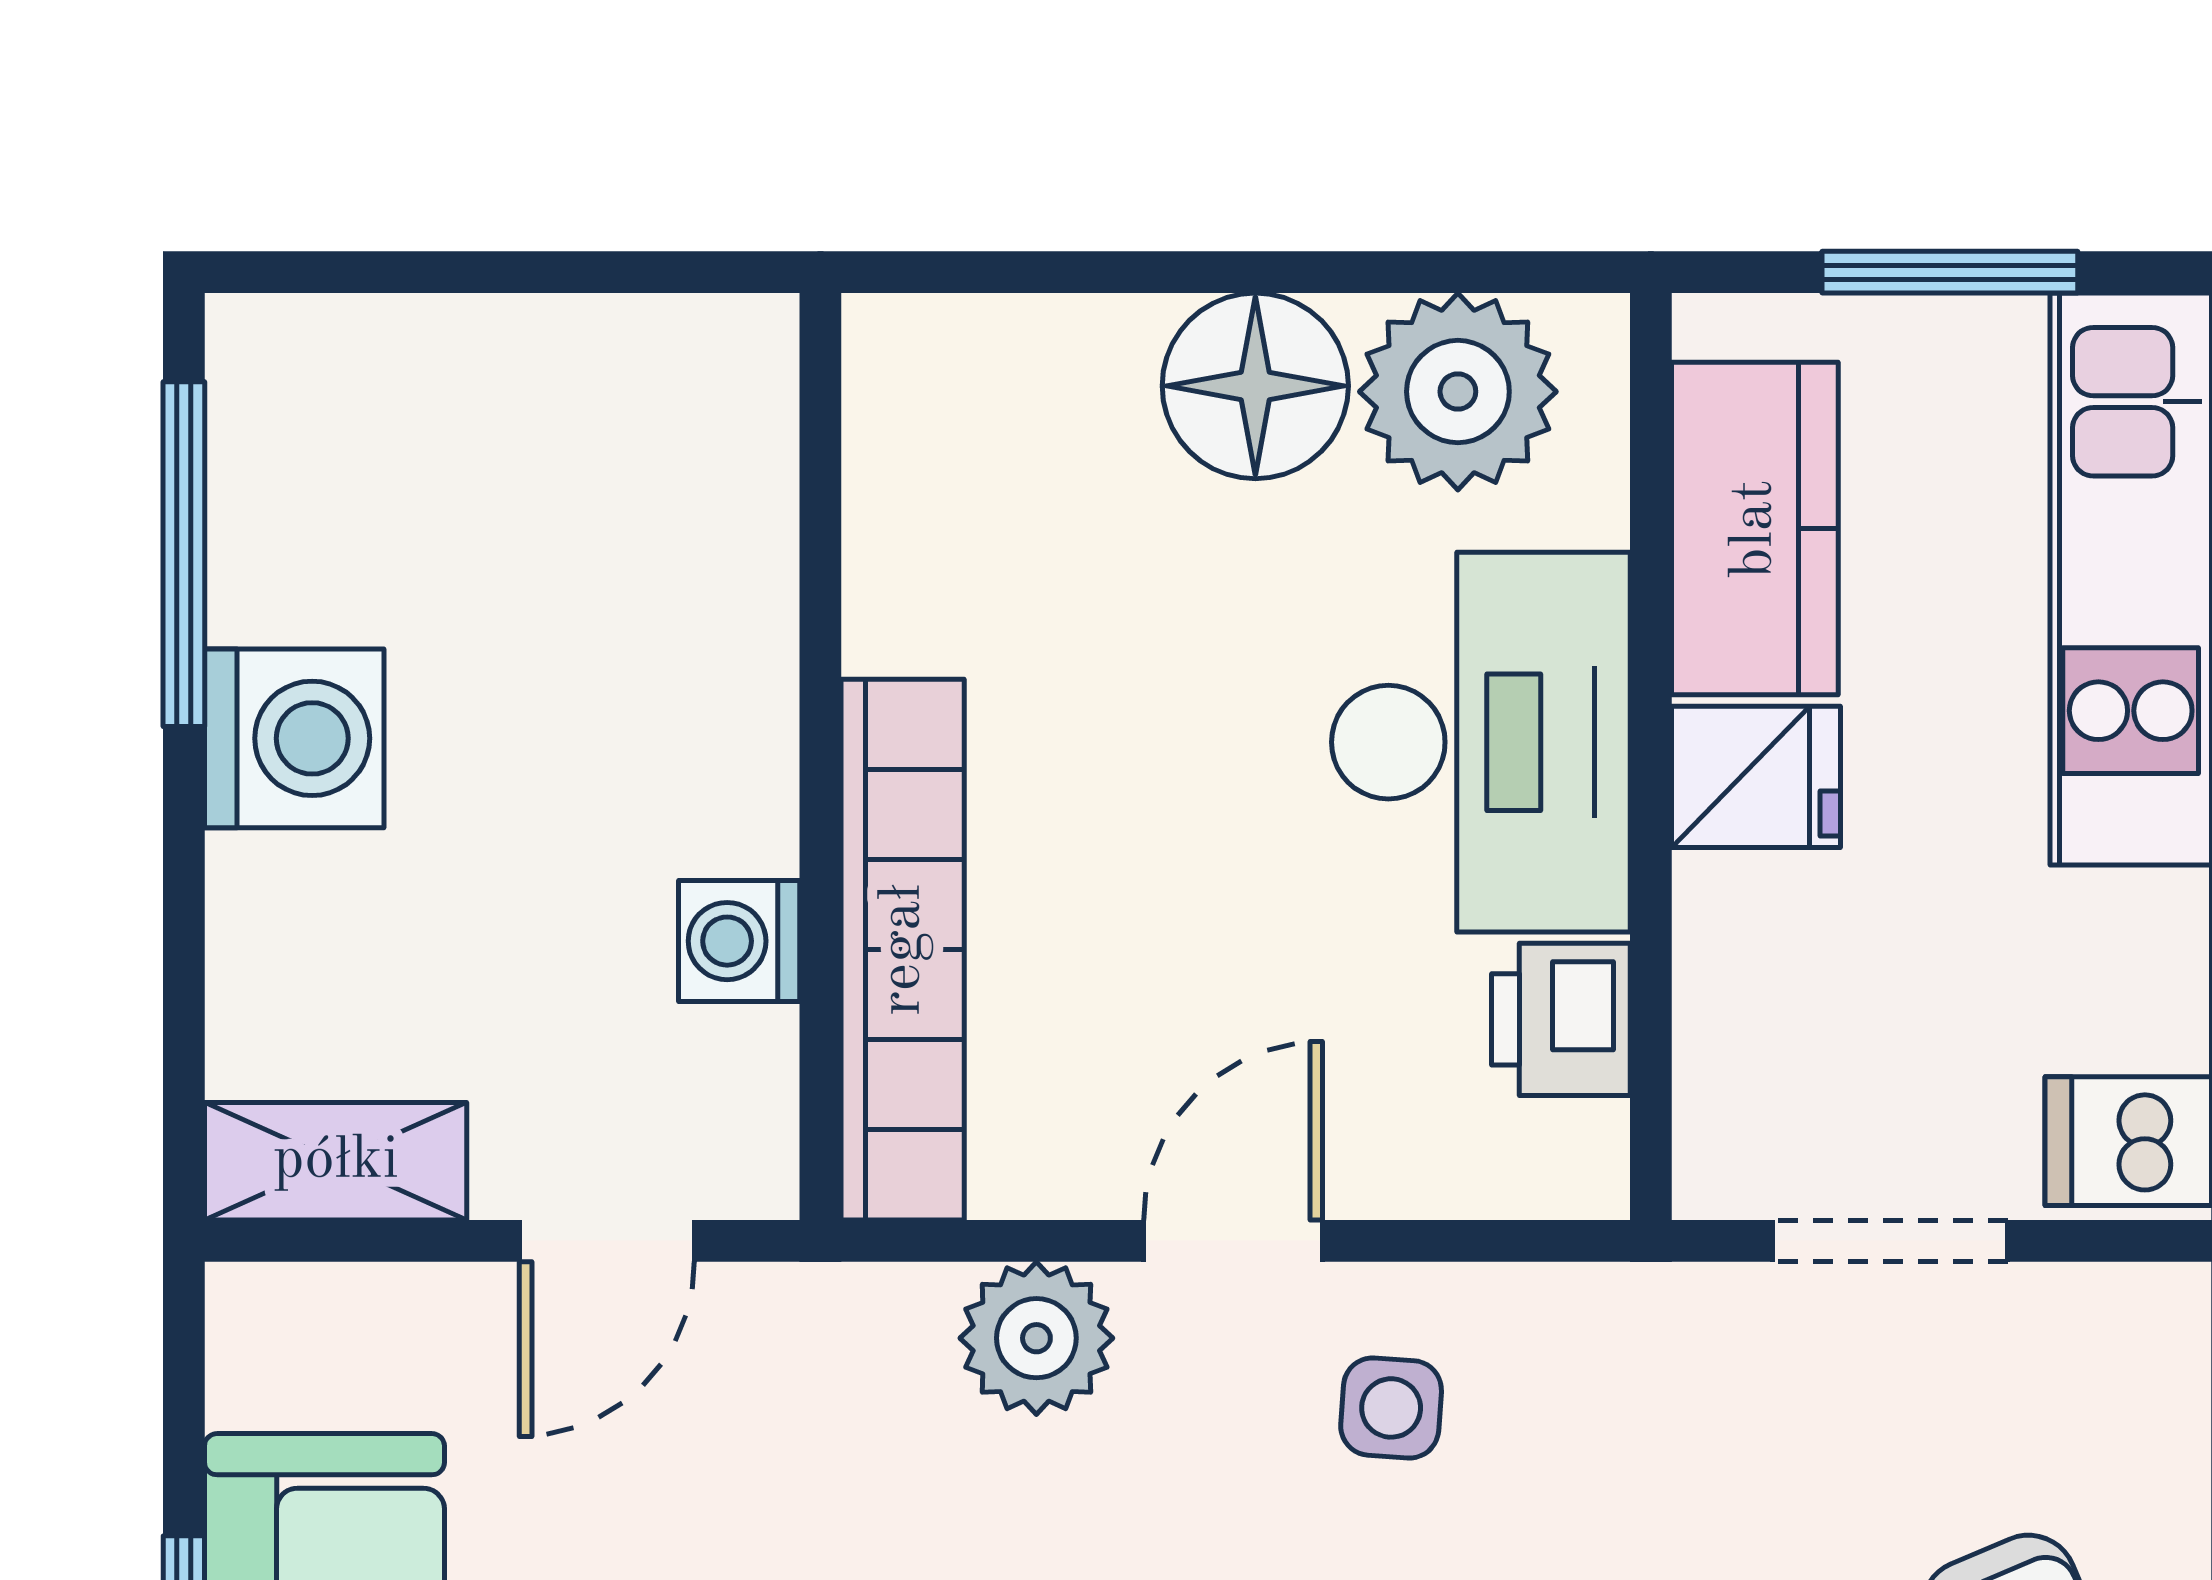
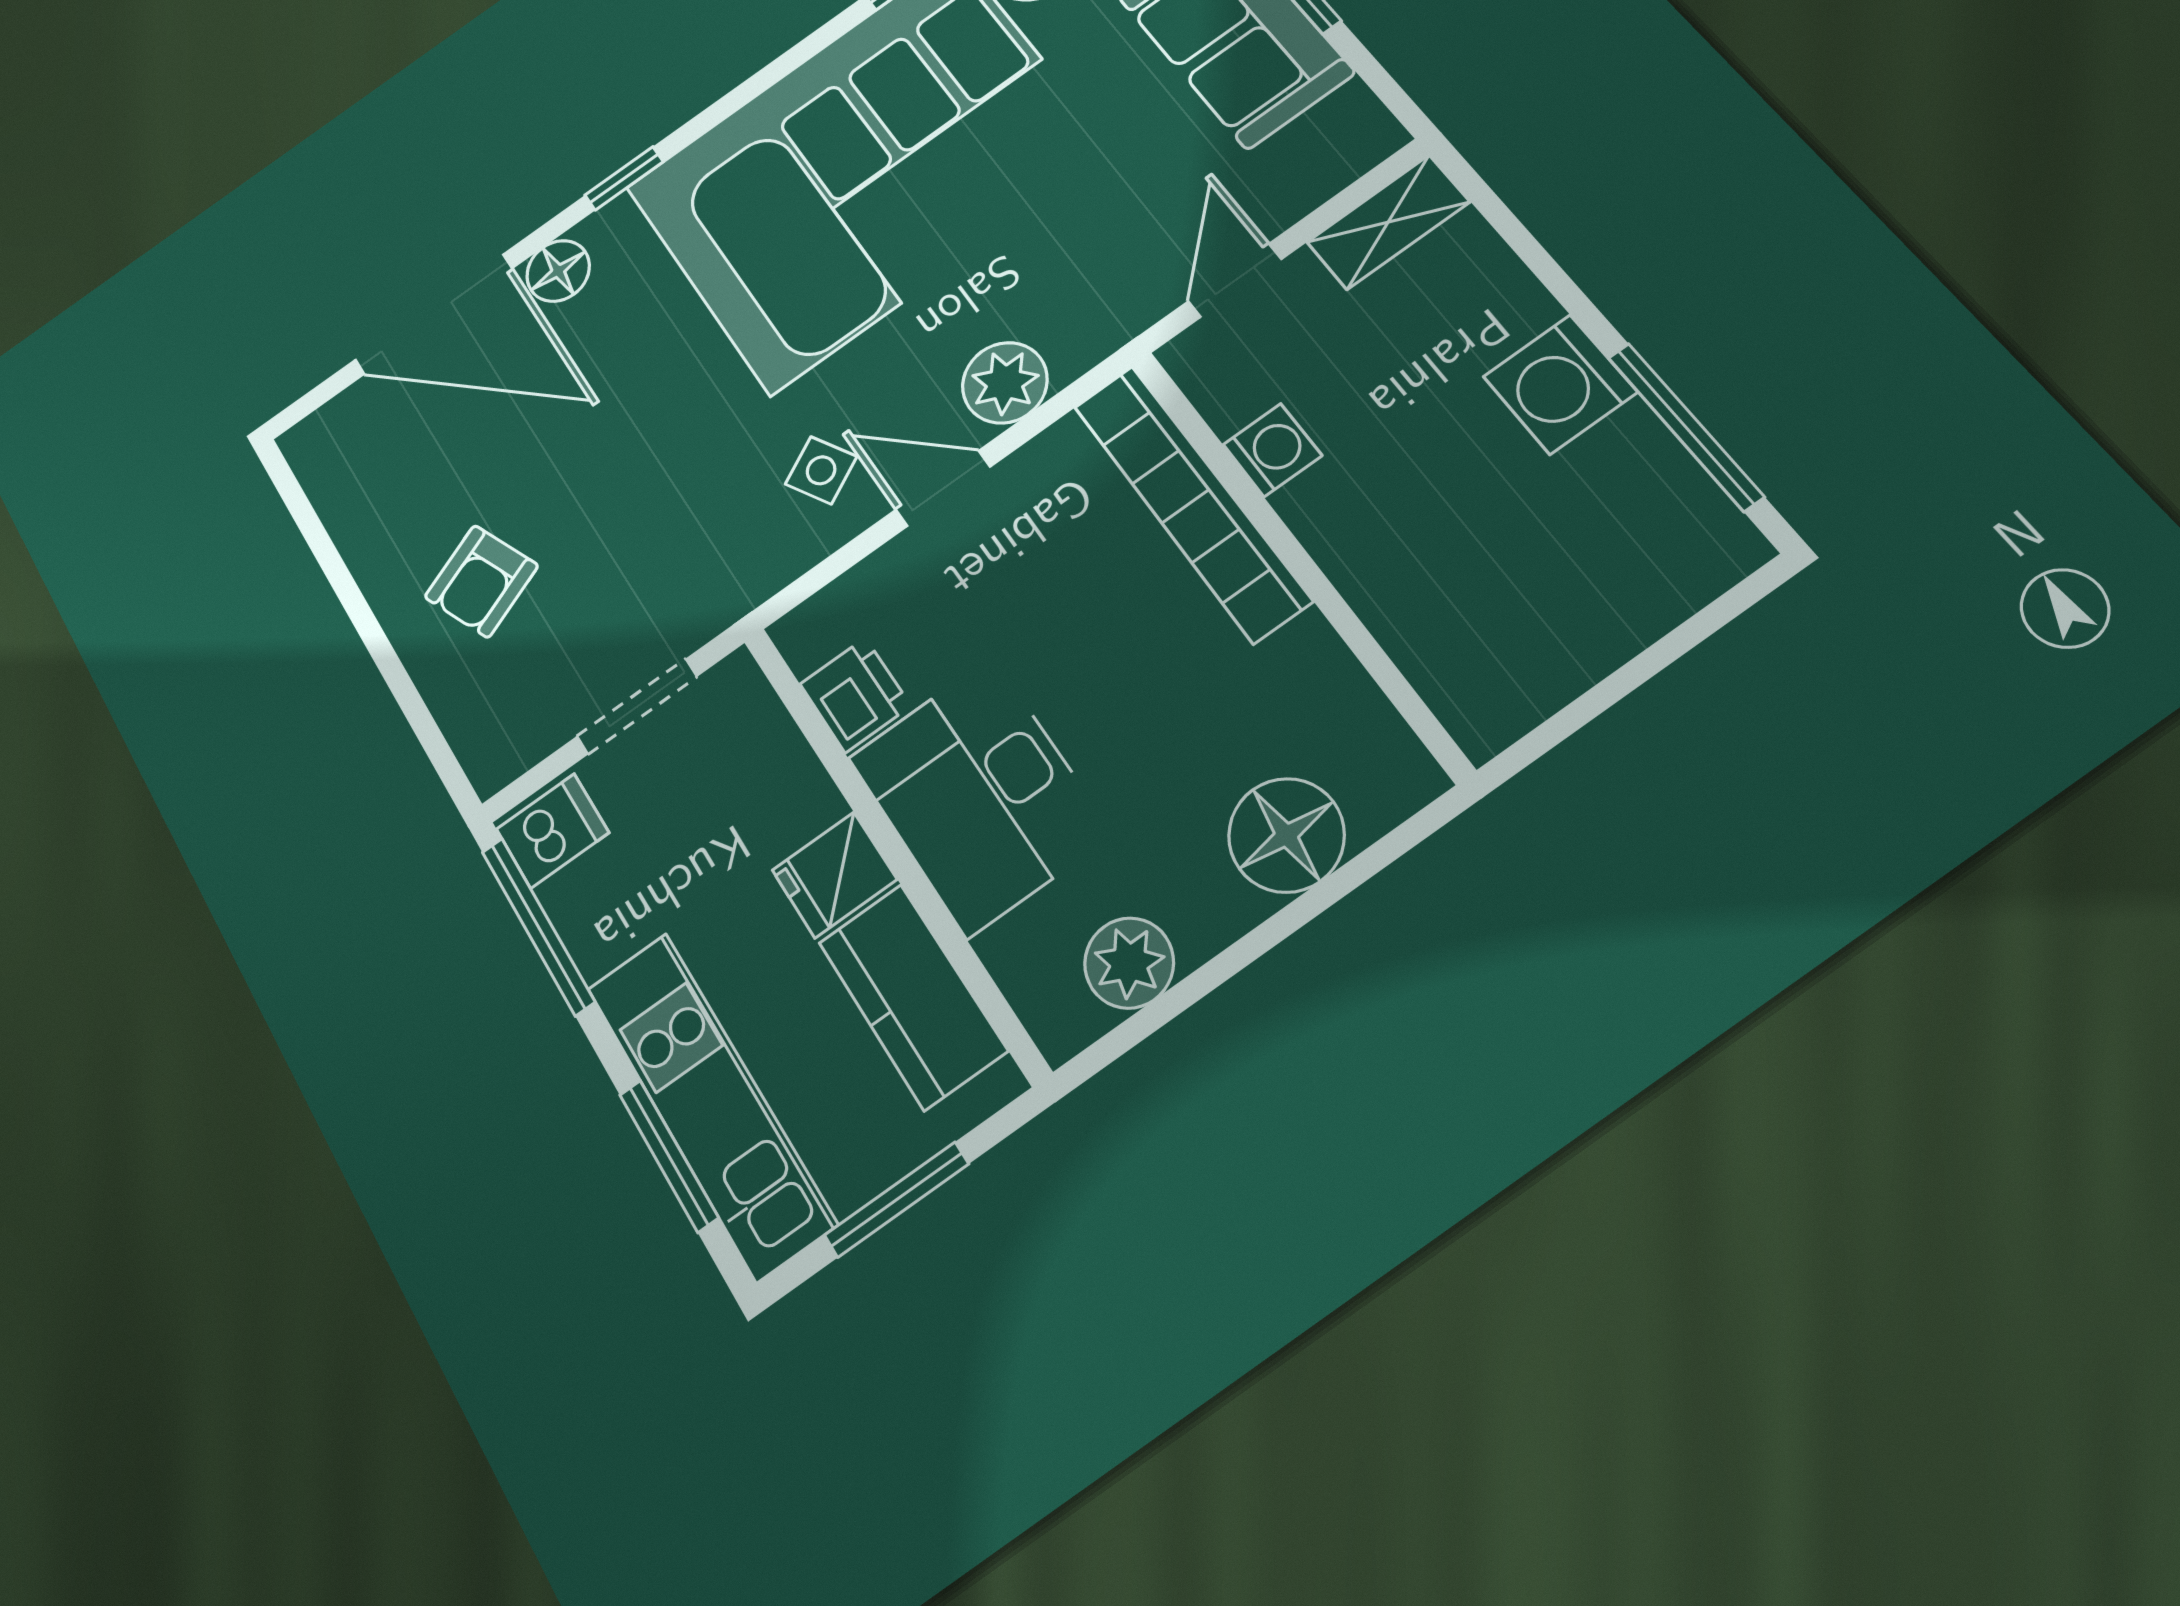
floor lamp: (1255, 386) -> (1286, 835), moved
plant: (1458, 392) -> (1129, 963), width x0.73, depth x0.73
door: (1233, 1241) -> (943, 488), swing flipped
side table: (1391, 1408) -> (821, 470), turned -33

